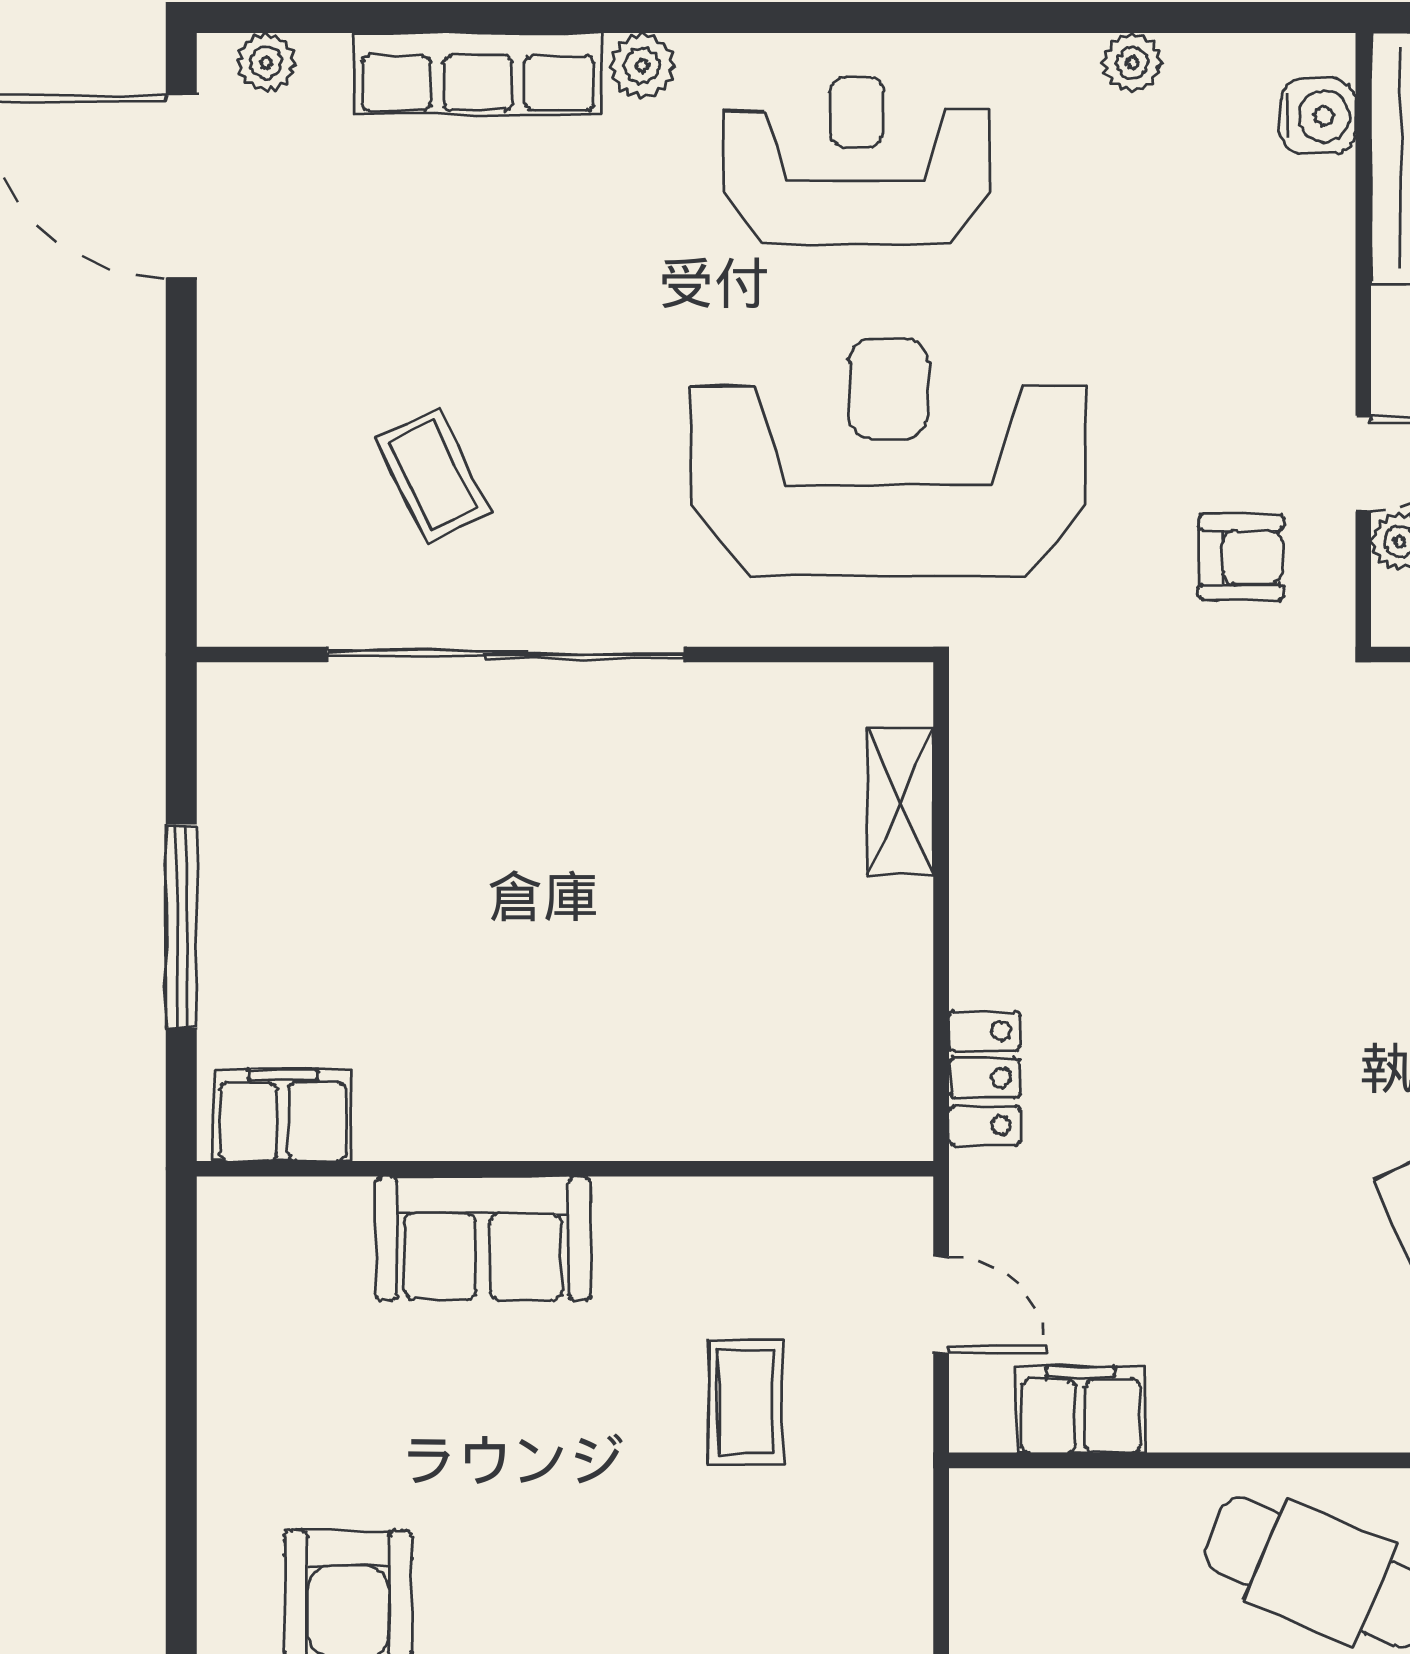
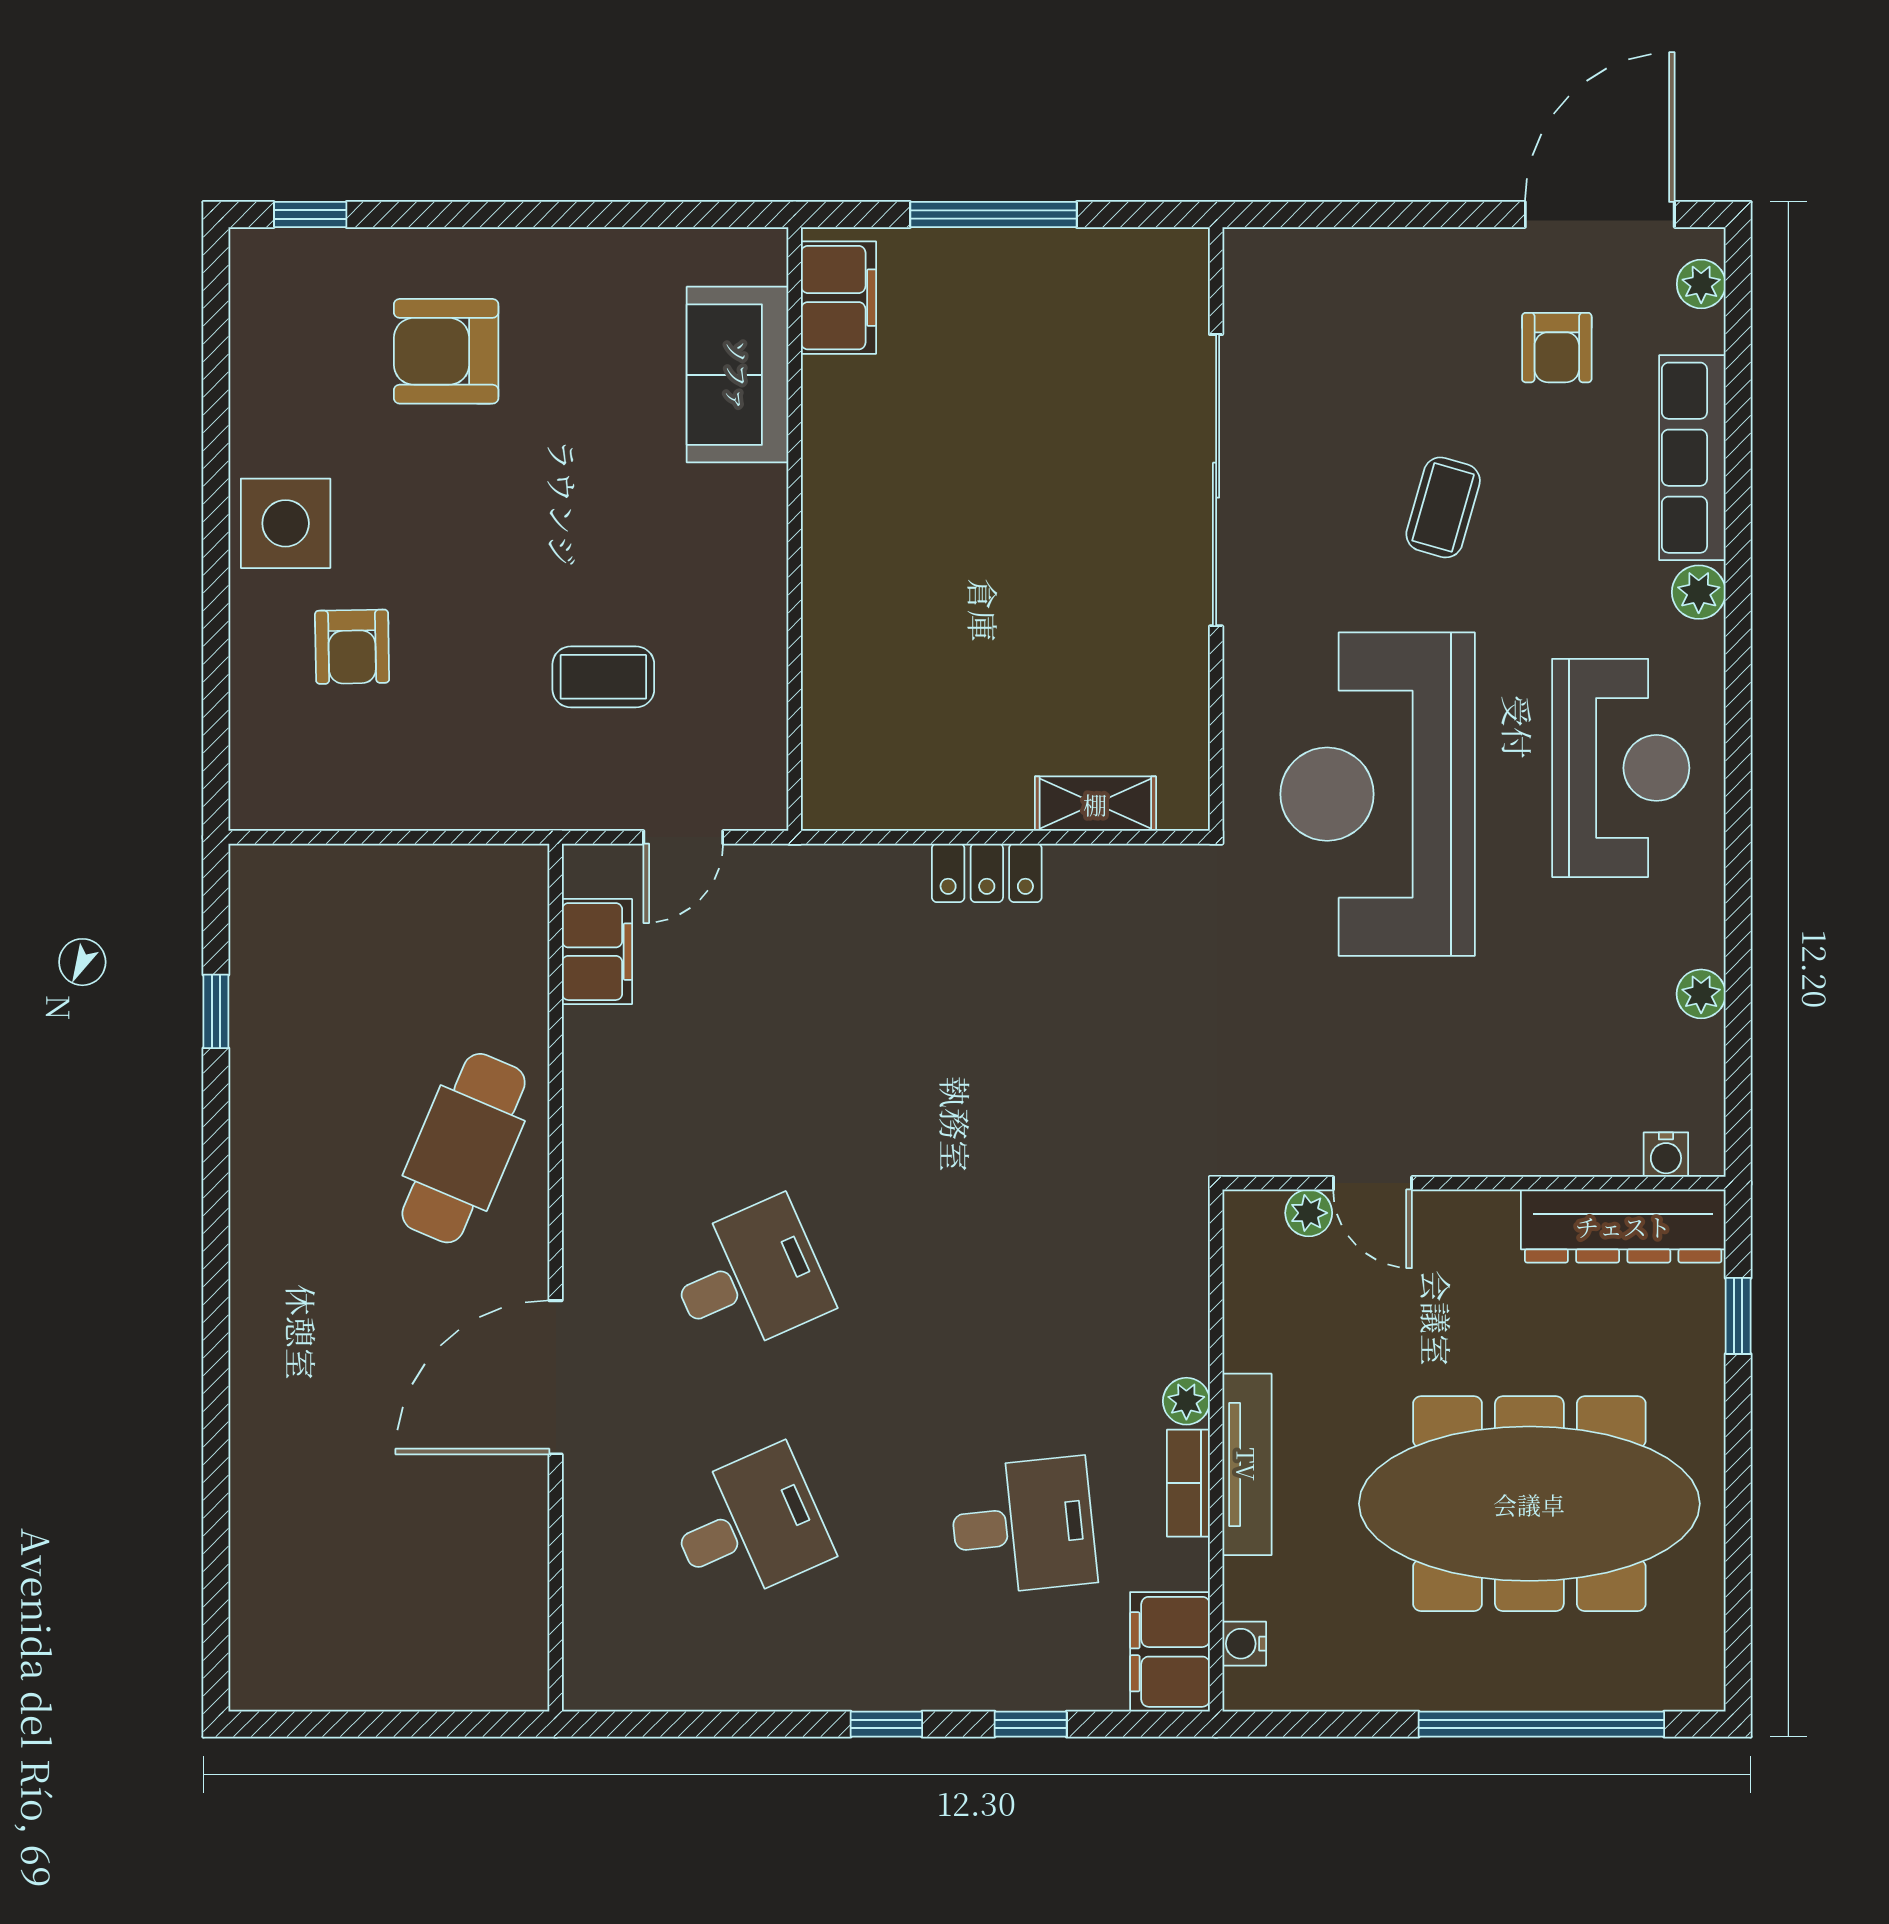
water cooler: (1318, 116) -> (1666, 1155), width x0.72, depth x0.72
reception desk: (889, 457) -> (1378, 794), turned 180
coffee table: (433, 475) -> (1443, 507), moved, turned -48
armchair: (1241, 557) -> (1557, 348), moved
locker: (985, 1078) -> (987, 873), moved
sofa: (483, 1238) -> (738, 375), moved

